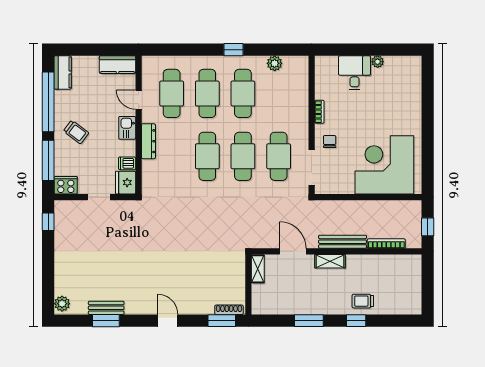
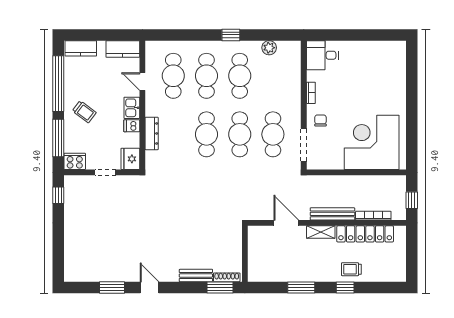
plant: (378, 62) -> (365, 46), removed
kitchen counter: (63, 72) -> (81, 48), moved, turned 90
desk: (355, 73) -> (322, 55), moved, turned -90
dresser: (148, 141) -> (152, 133), moved
dishwasher: (127, 163) -> (132, 126), moved
locker: (378, 263) -> (365, 234), added
shelving: (258, 269) -> (254, 239), removed
plant: (62, 304) -> (71, 272), removed
bench: (106, 308) -> (196, 276), moved
door: (168, 321) -> (150, 287), moved

